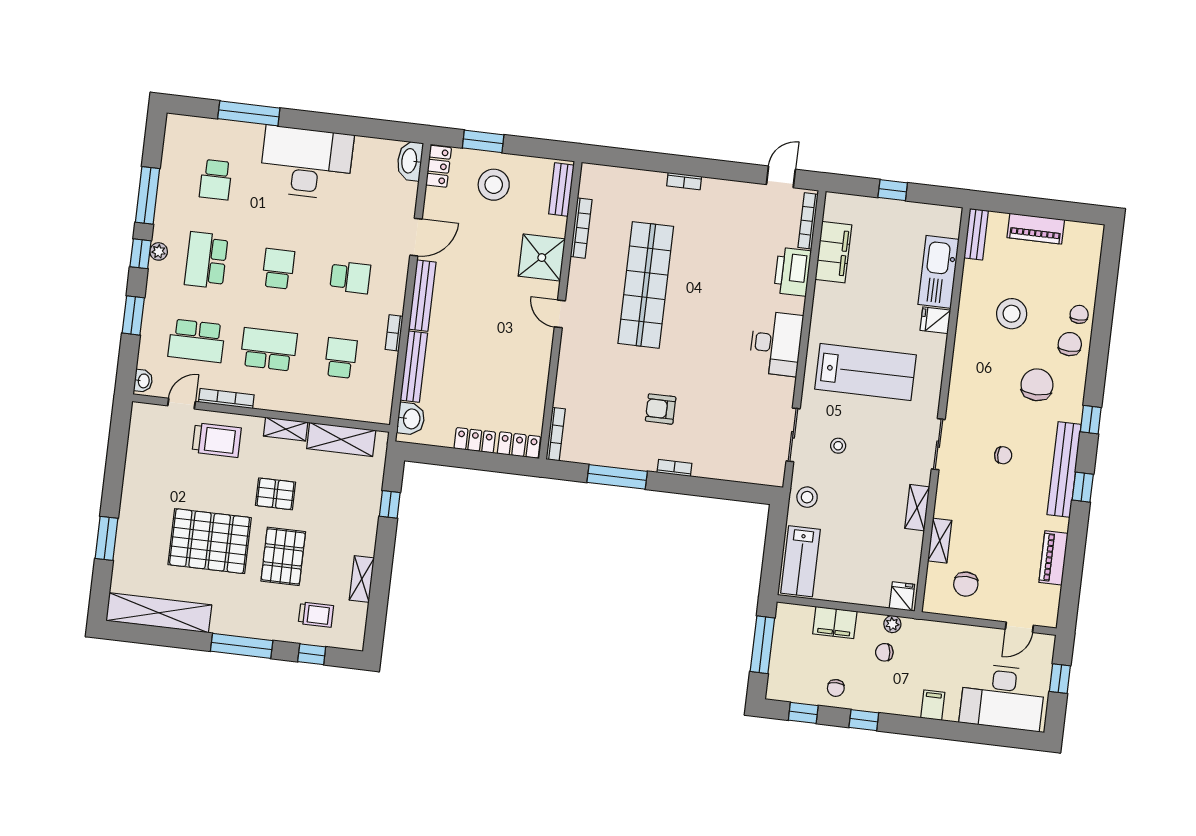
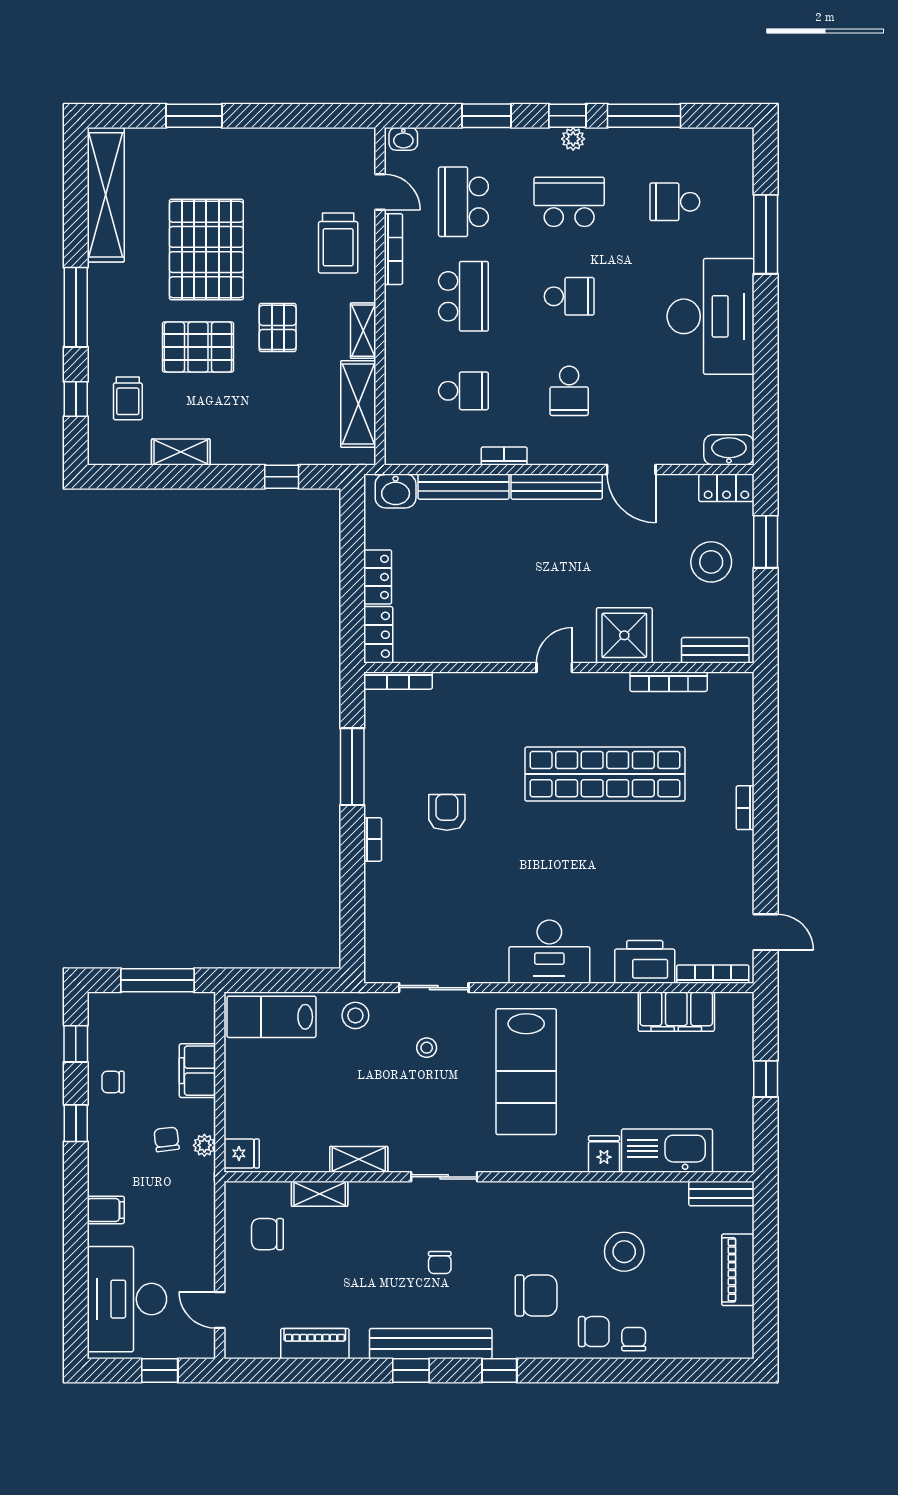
chair: (1079, 314) -> (634, 1339), turned -90

